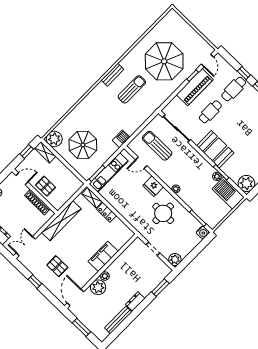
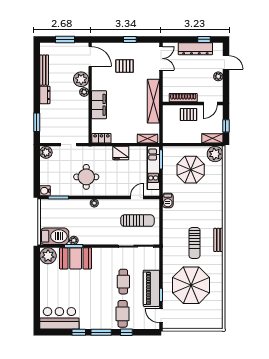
booth: (215, 149) -> (76, 258), moved
fridge: (153, 186) -> (121, 153), moved, turned 180
locker: (106, 212) -> (101, 138), moved

